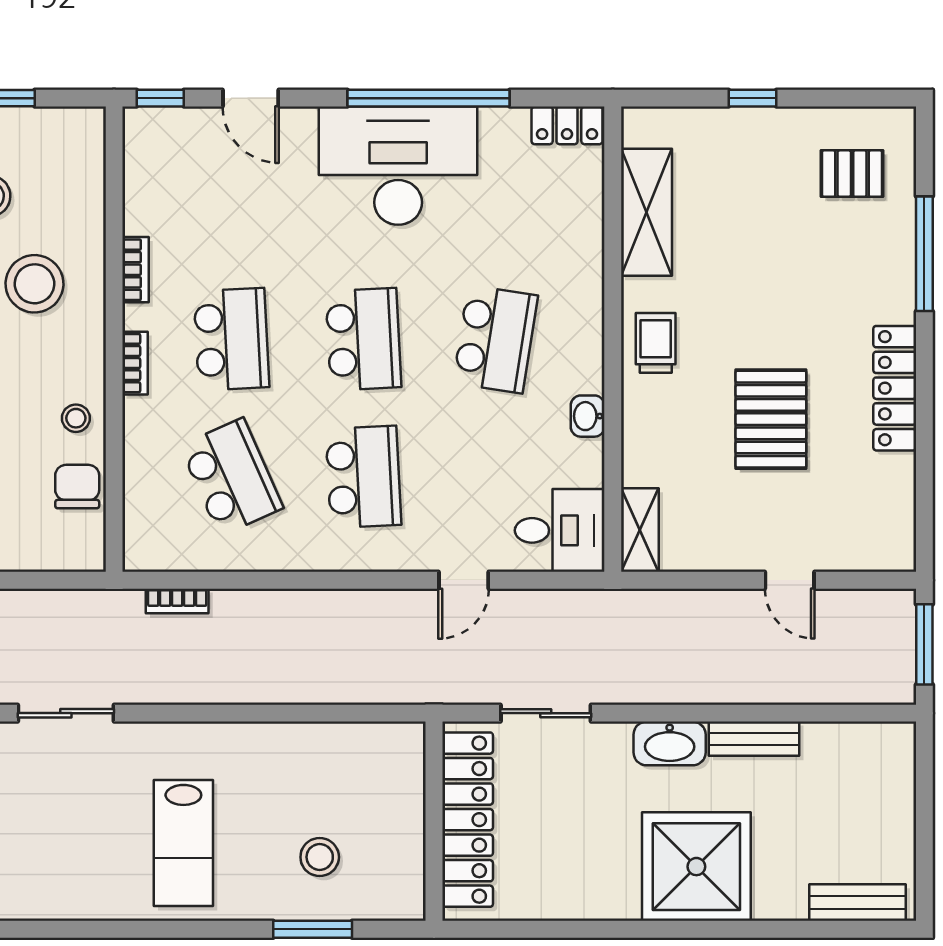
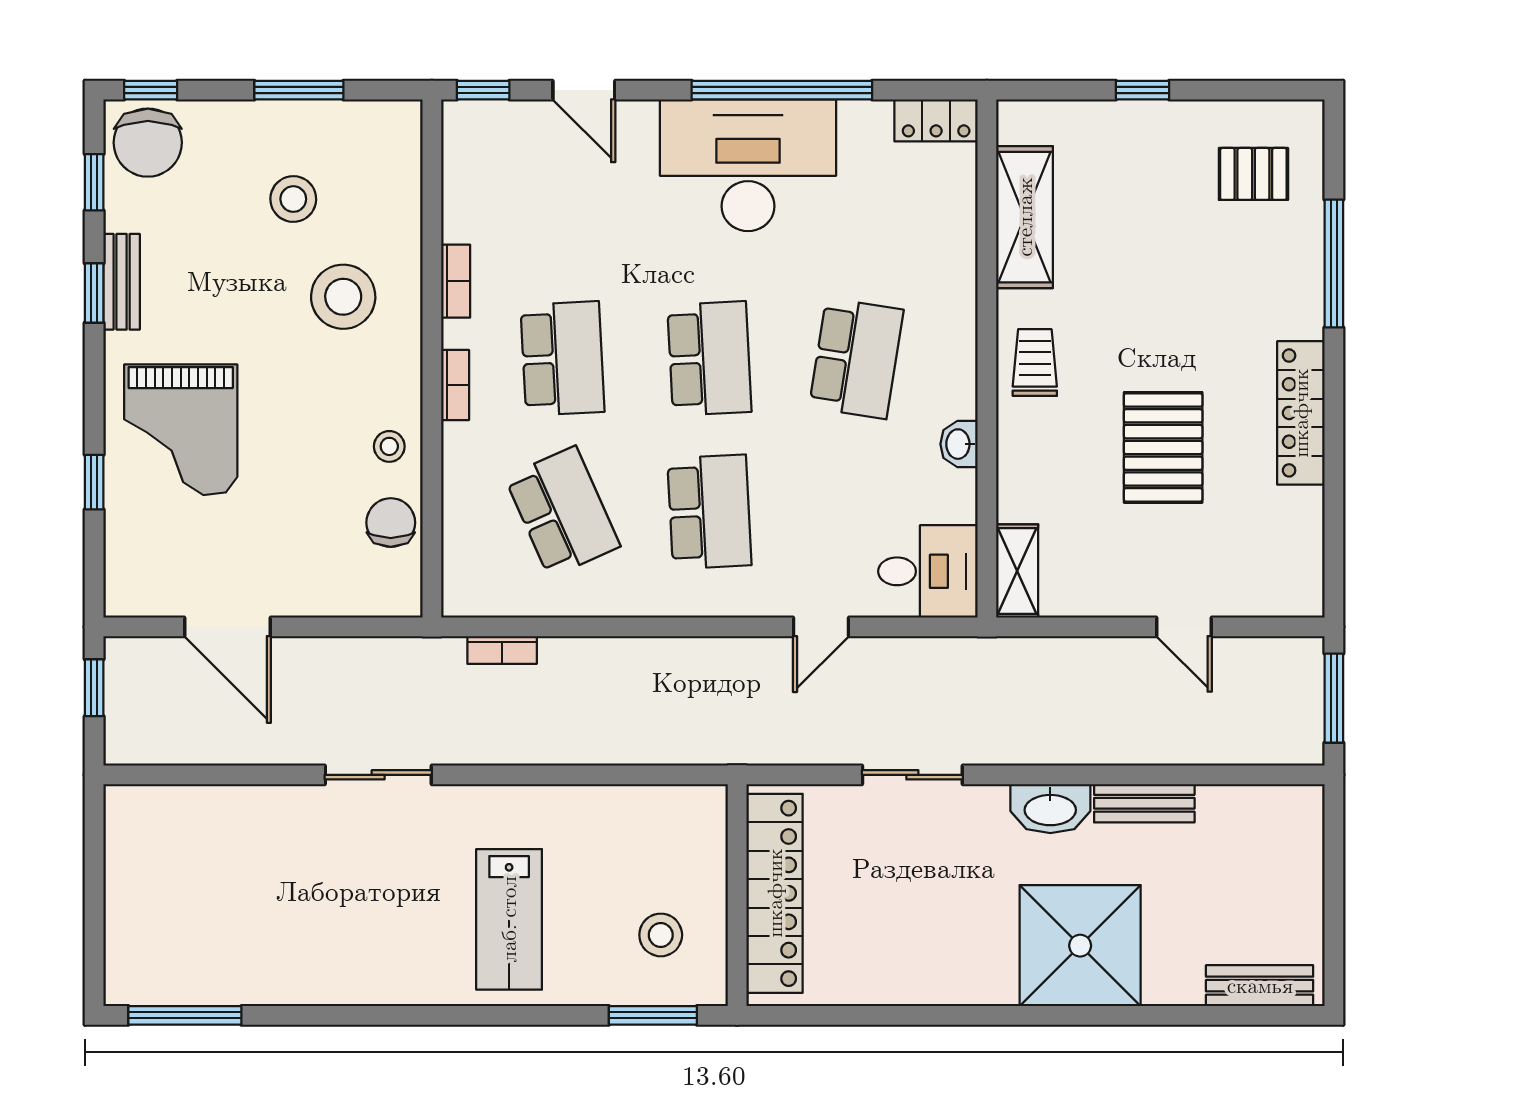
locker: (468, 820) -> (775, 893), moved
wall: (434, 821) -> (737, 895), moved

